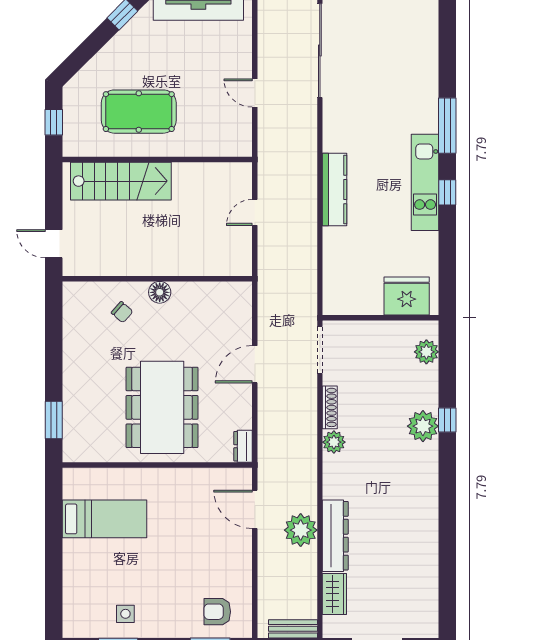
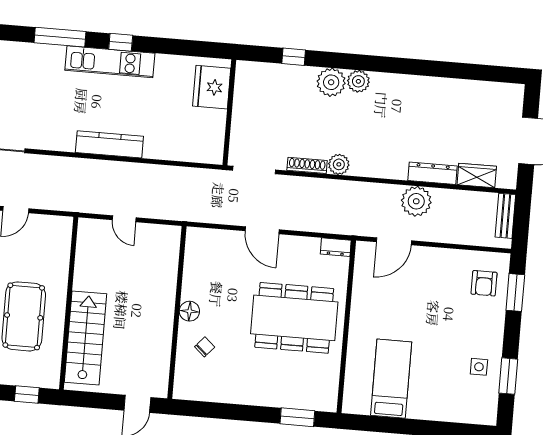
plant: (426, 352) -> (358, 81), moved
window: (447, 420) -> (294, 57), moved
dresser: (335, 536) -> (433, 173), width x0.73, depth x0.80

